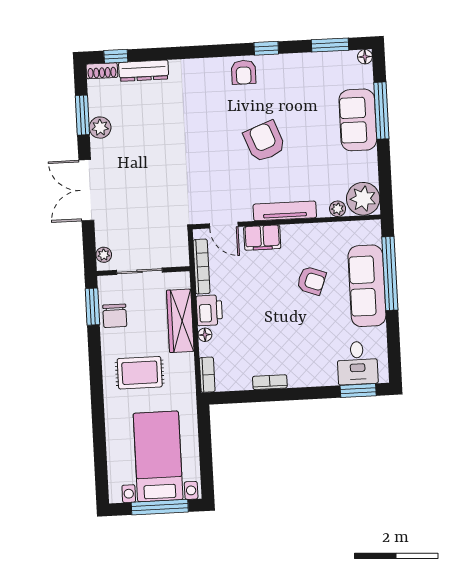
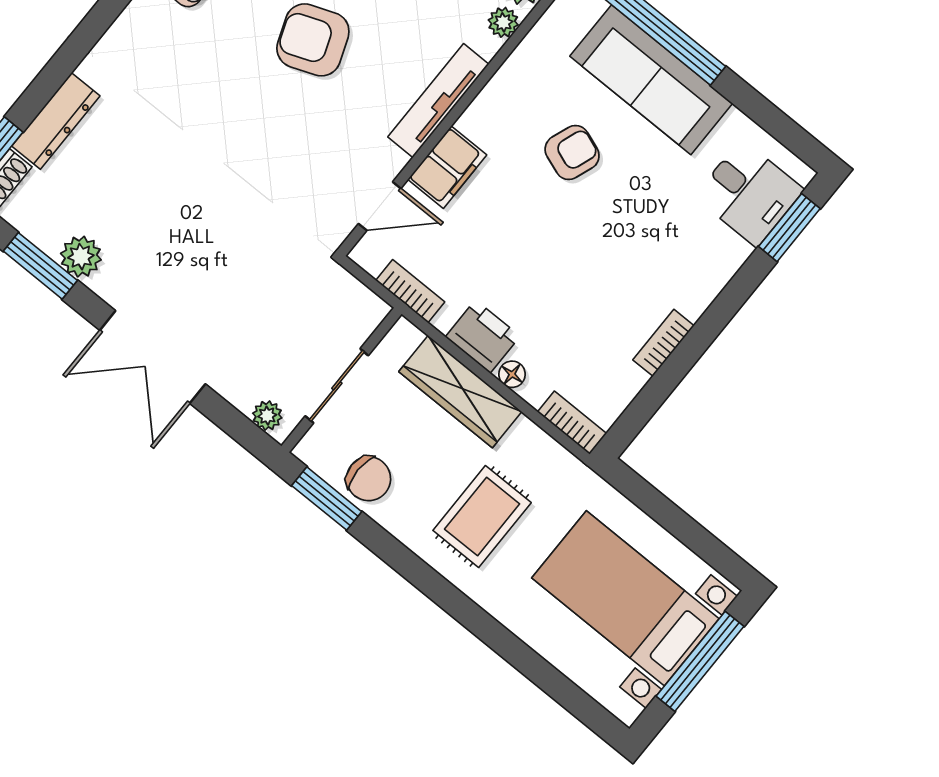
bookcase: (202, 267) -> (410, 291), width x0.64

